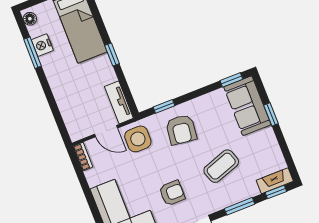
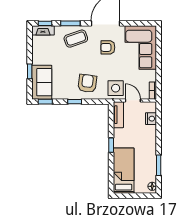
nightstand: (42, 45) -> (151, 119), moved
window: (164, 106) -> (75, 102), moved
coffee table: (221, 166) -> (76, 39), moved

